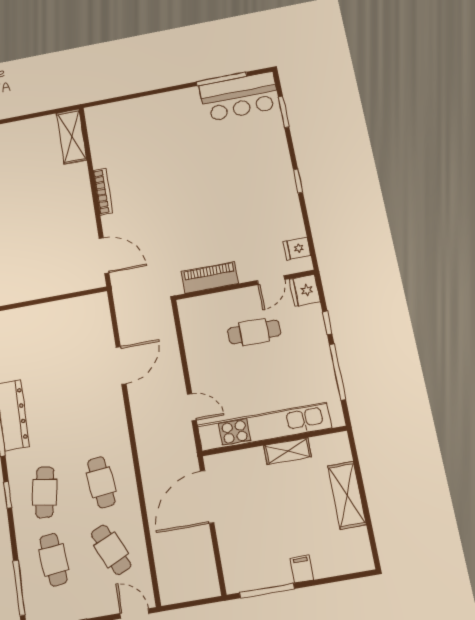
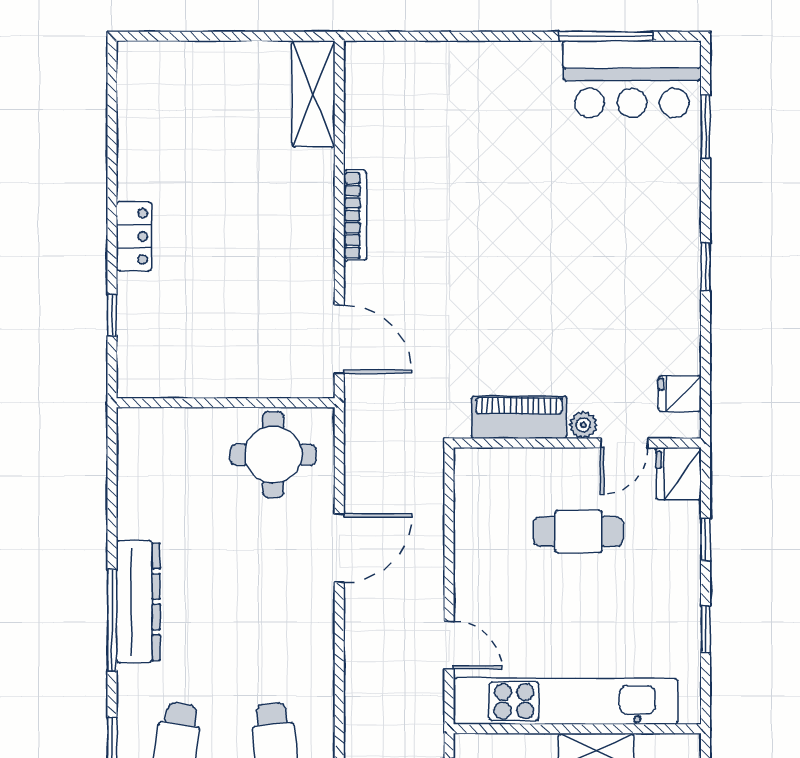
plant: (246, 275) -> (583, 425), added
round table: (77, 322) -> (273, 455), added
window: (337, 372) -> (706, 629), width x0.46

